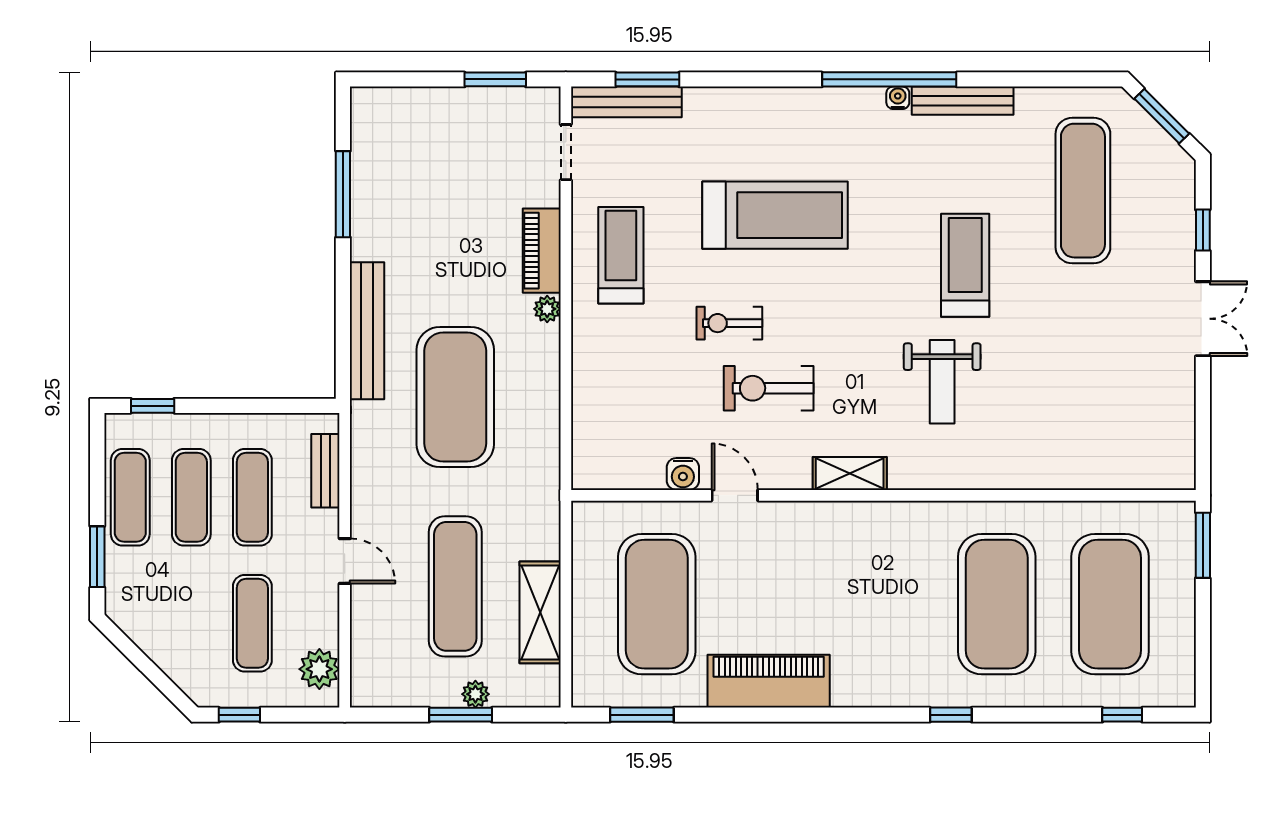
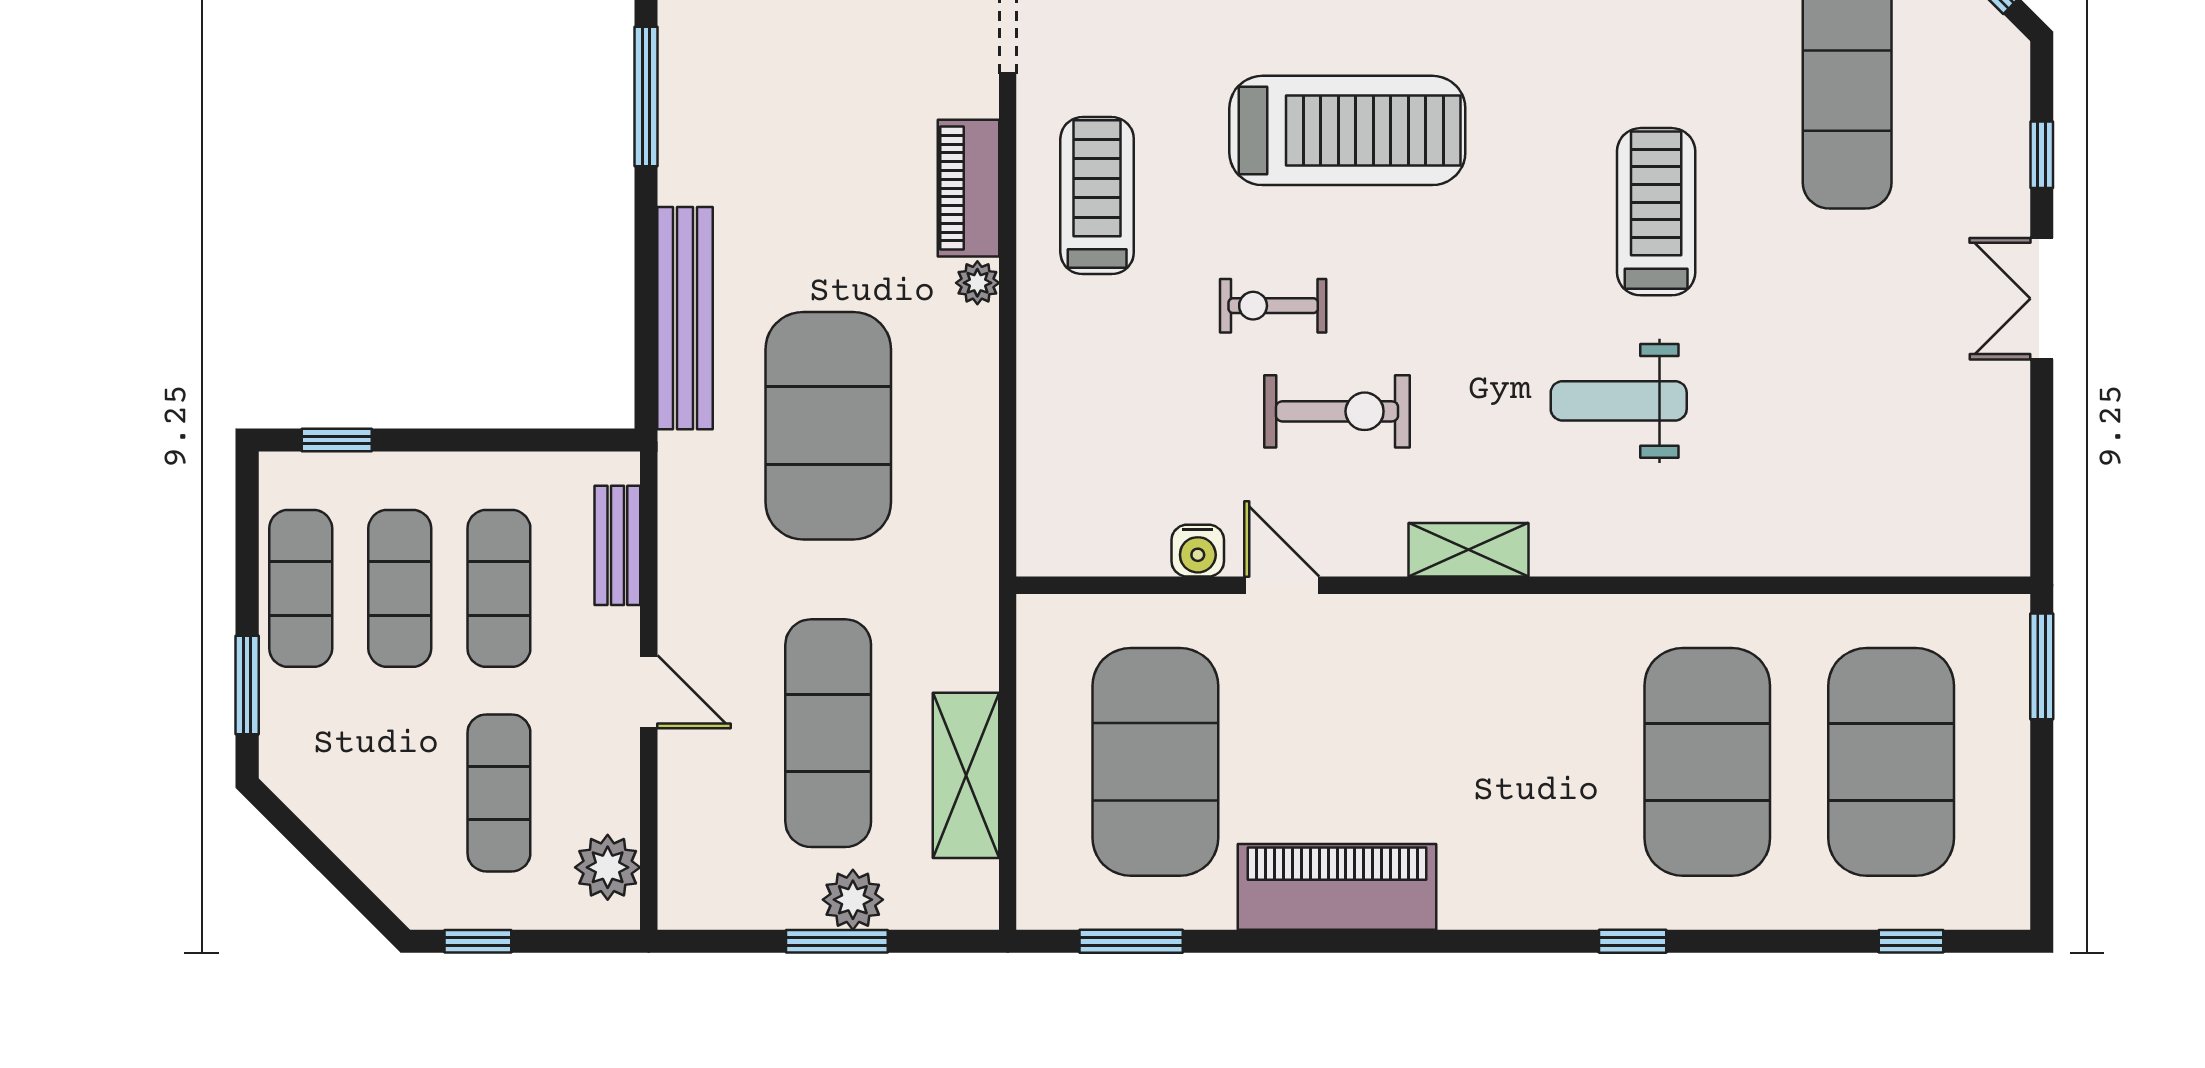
double door: (1203, 319) -> (2042, 299), swing flipped
weight bench: (942, 382) -> (1619, 401), turned 90
exercise bike: (769, 388) -> (1337, 411), turned 180
plant: (475, 694) -> (853, 900), width x1.38, depth x1.38

